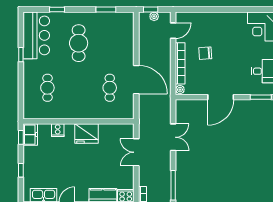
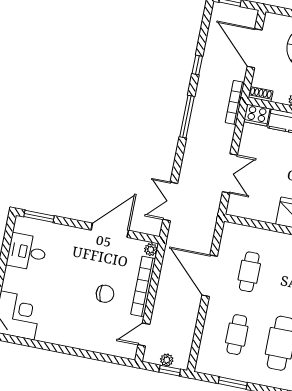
cafe table: (110, 43) -> (237, 335), added
door: (221, 97) -> (110, 230), moved
double door: (173, 137) -> (170, 201), moved

